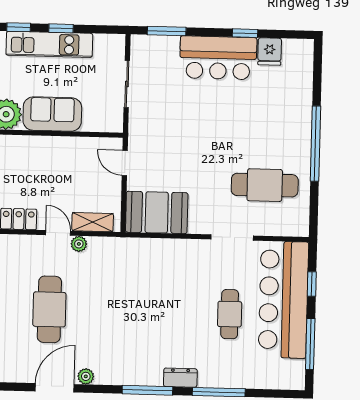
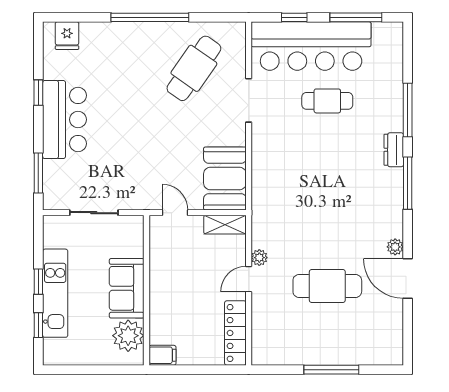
fridge: (270, 52) -> (67, 36), moved, turned 90
door: (125, 163) -> (175, 213), swing flipped
cafe table: (265, 185) -> (194, 68), turned 35
shelving: (93, 222) -> (225, 225), moved, turned 90

